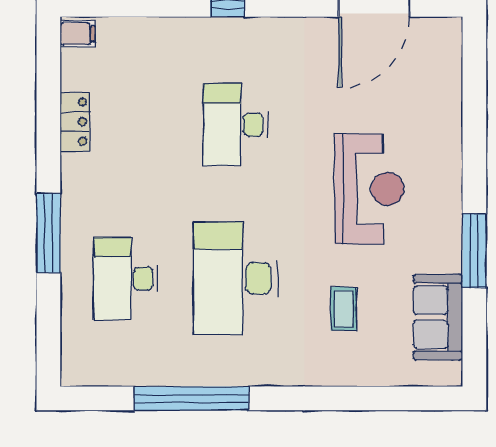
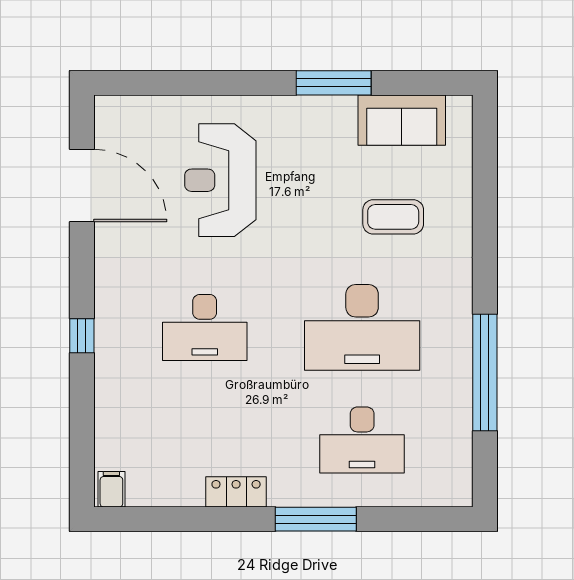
locker: (75, 122) -> (236, 492), moved
reception desk: (369, 189) -> (220, 180), moved, turned -90
coffee table: (344, 309) -> (393, 217), width x1.36, depth x1.30

